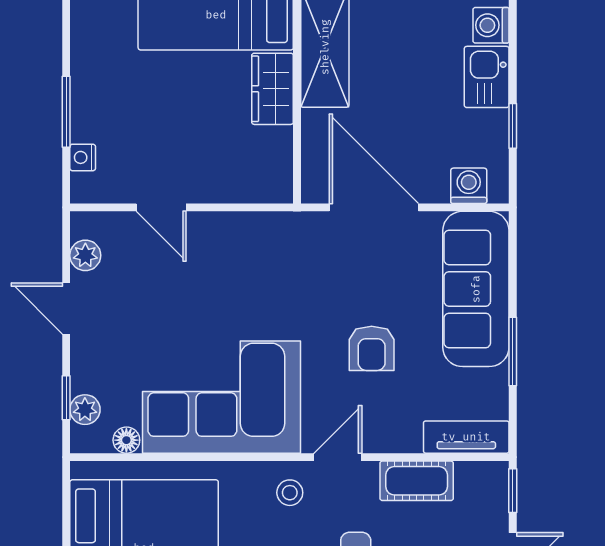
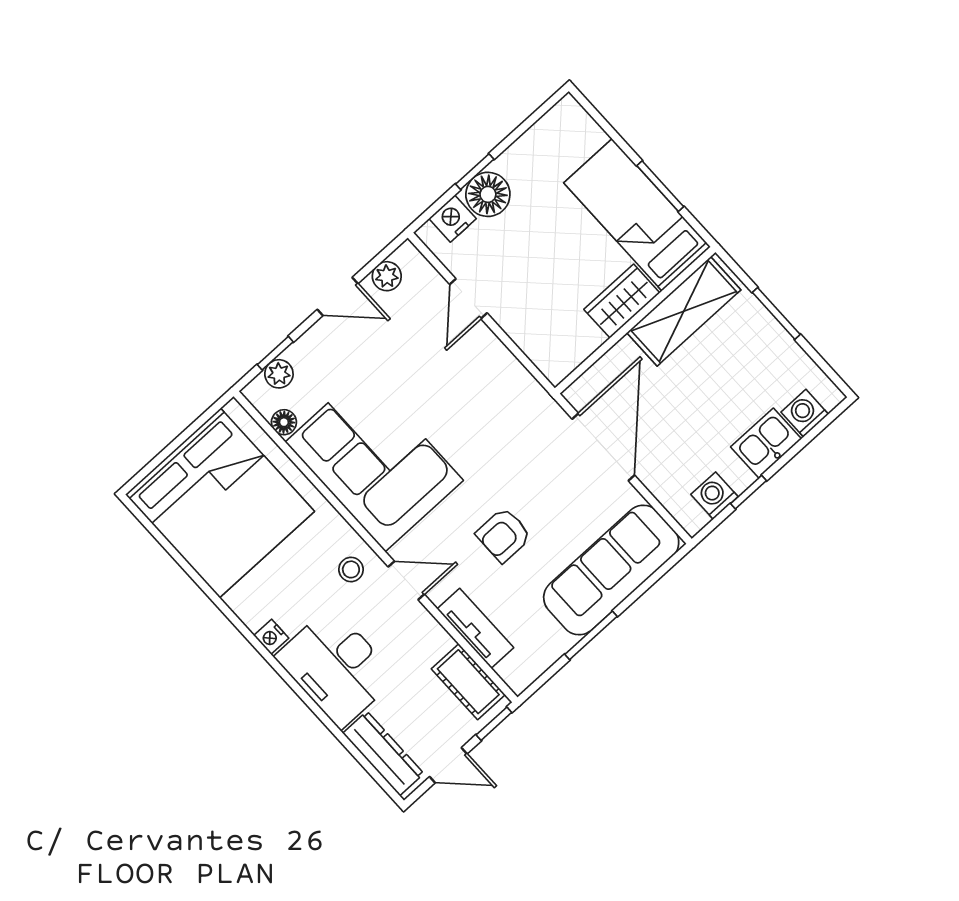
window: (66, 112) -> (475, 172), width x0.67
floor lamp: (93, 118) -> (488, 194), added
nightstand: (83, 157) -> (453, 219), width x1.39, depth x1.35
washing machine: (469, 186) -> (714, 496), moved, turned -90
door: (66, 308) -> (338, 297), swing flipped
tv unit: (466, 437) -> (475, 628), moved
cot: (417, 481) -> (468, 682), moved

